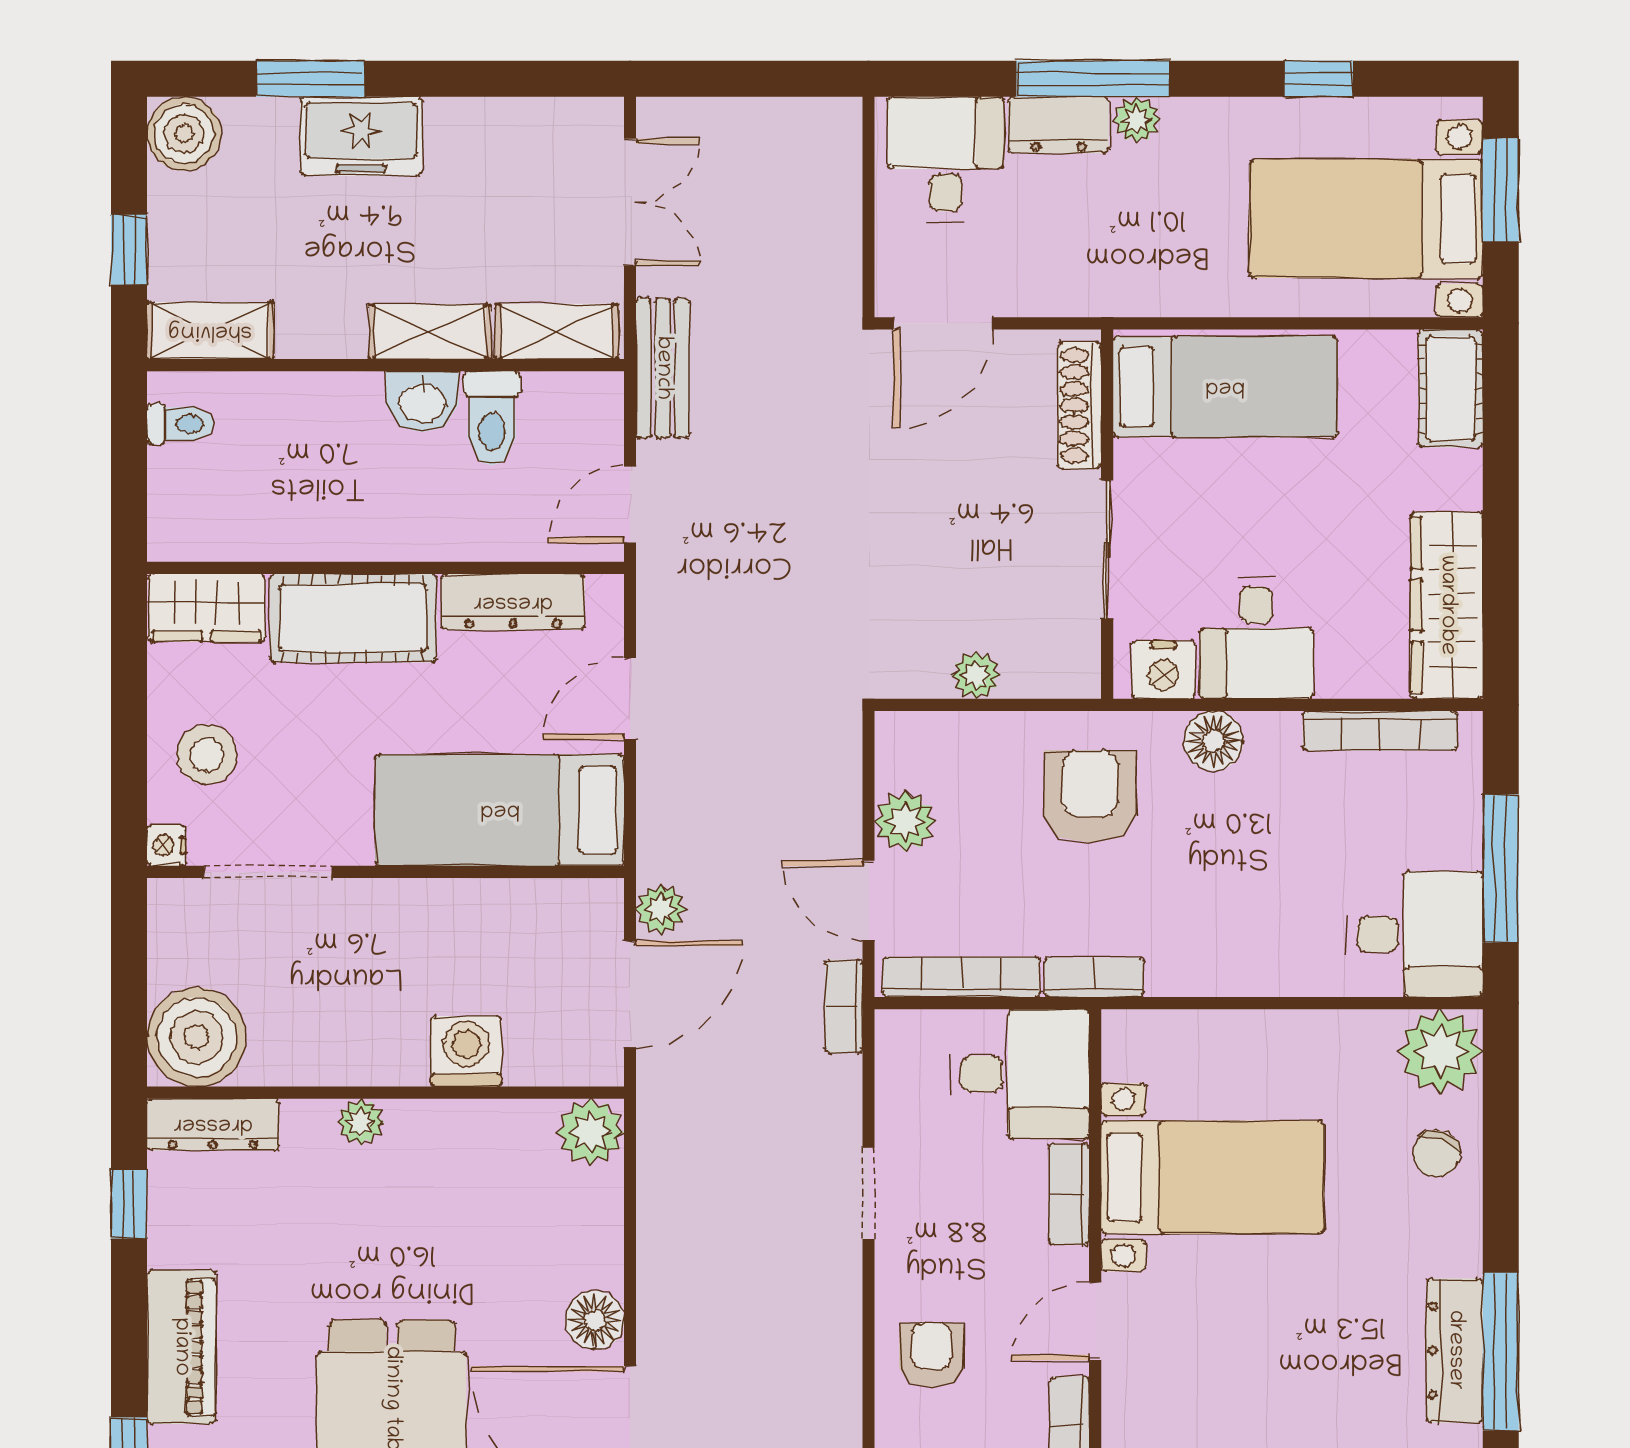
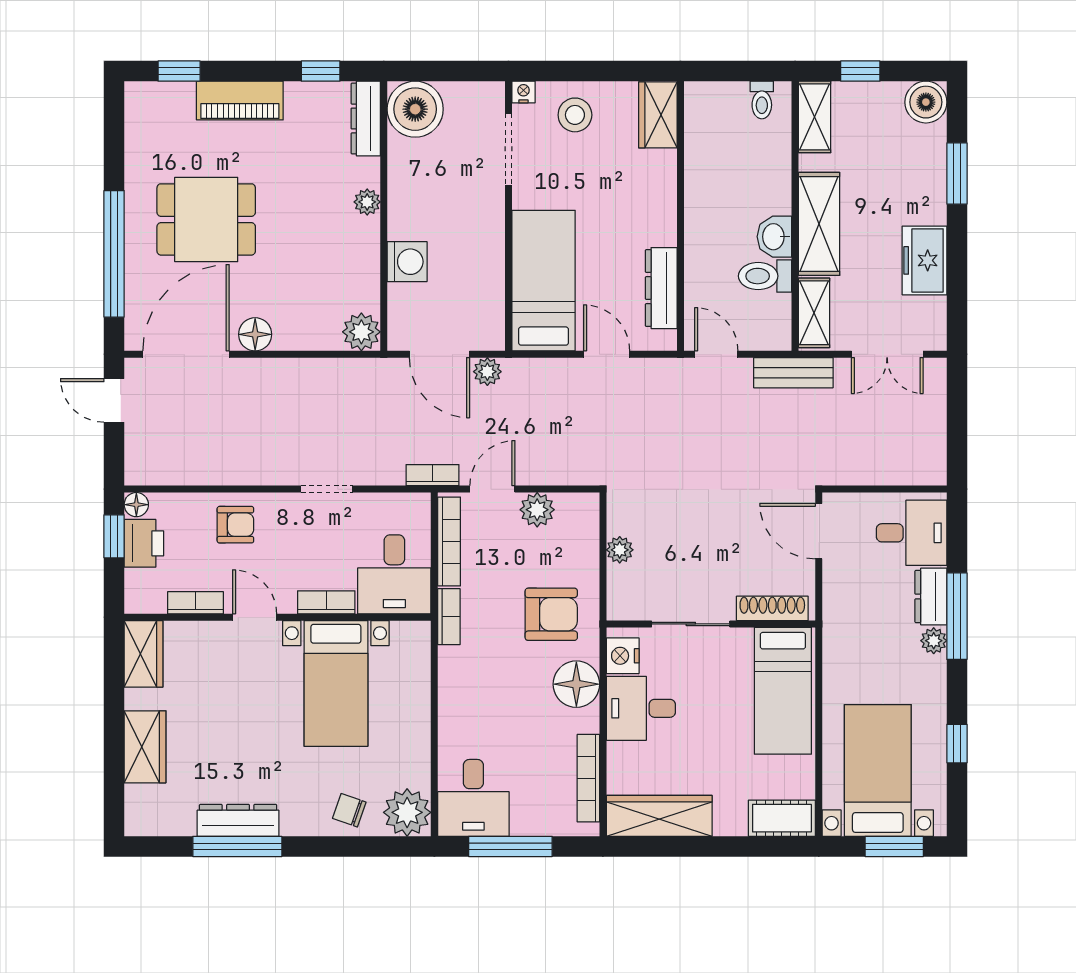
freezer: (361, 136) -> (924, 260), moved
shelving: (430, 332) -> (819, 224), width x1.50, depth x1.33
cot: (353, 618) -> (652, 198), removed
floor lamp: (1214, 741) -> (576, 684), width x1.38, depth x1.38

